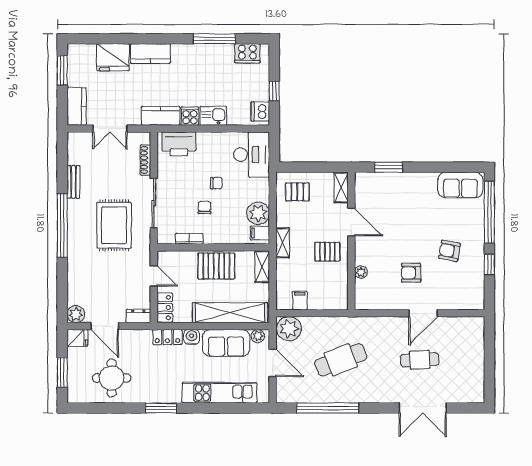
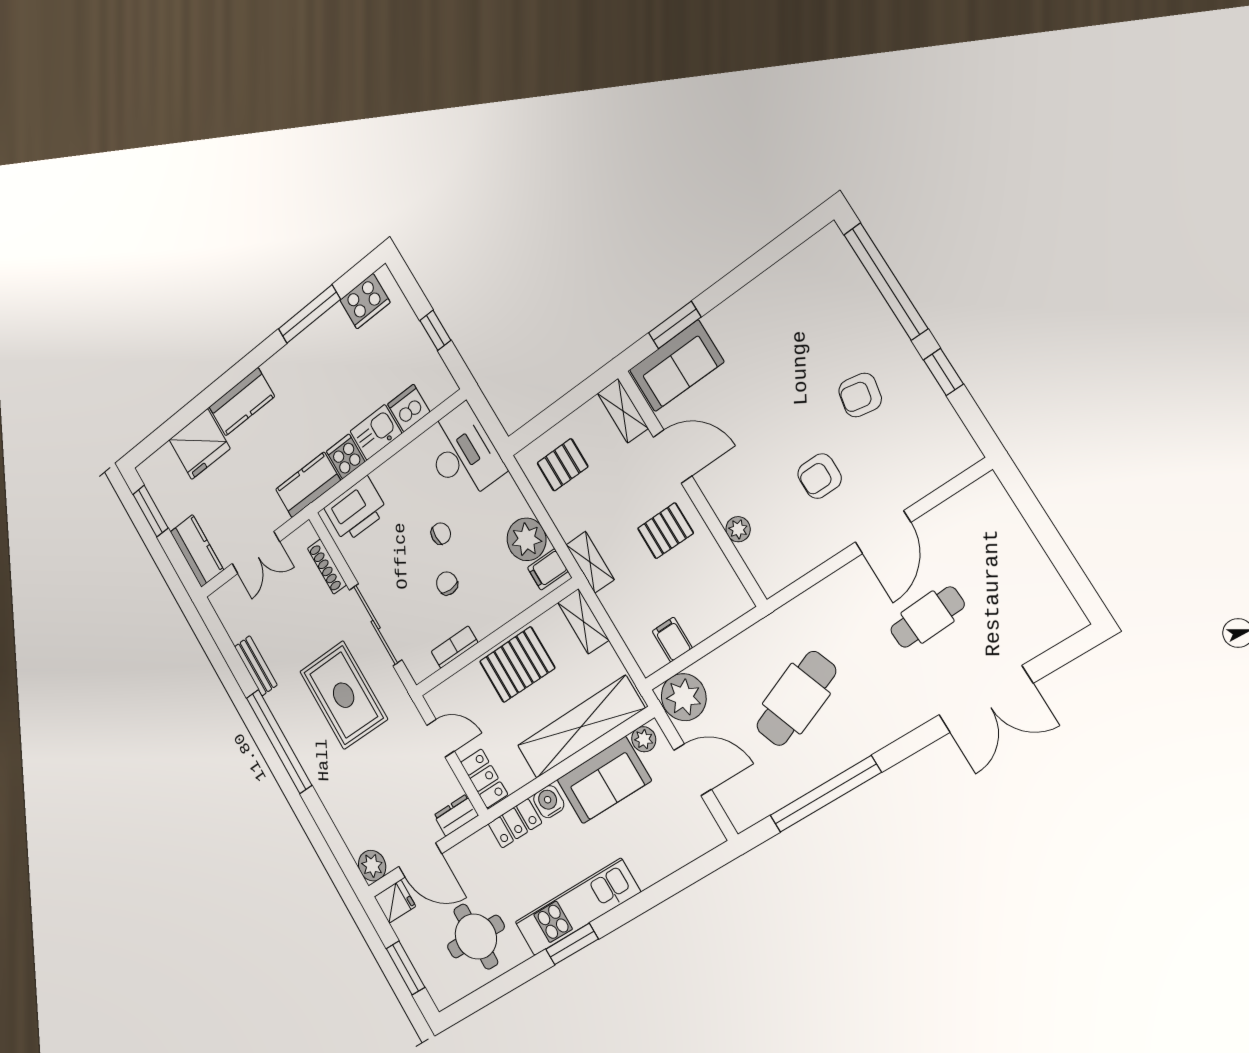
dishwasher: (260, 111) -> (409, 408), moved, turned 90
sofa: (460, 185) -> (677, 366), moved
kitchen unit: (219, 393) -> (577, 907), moved

